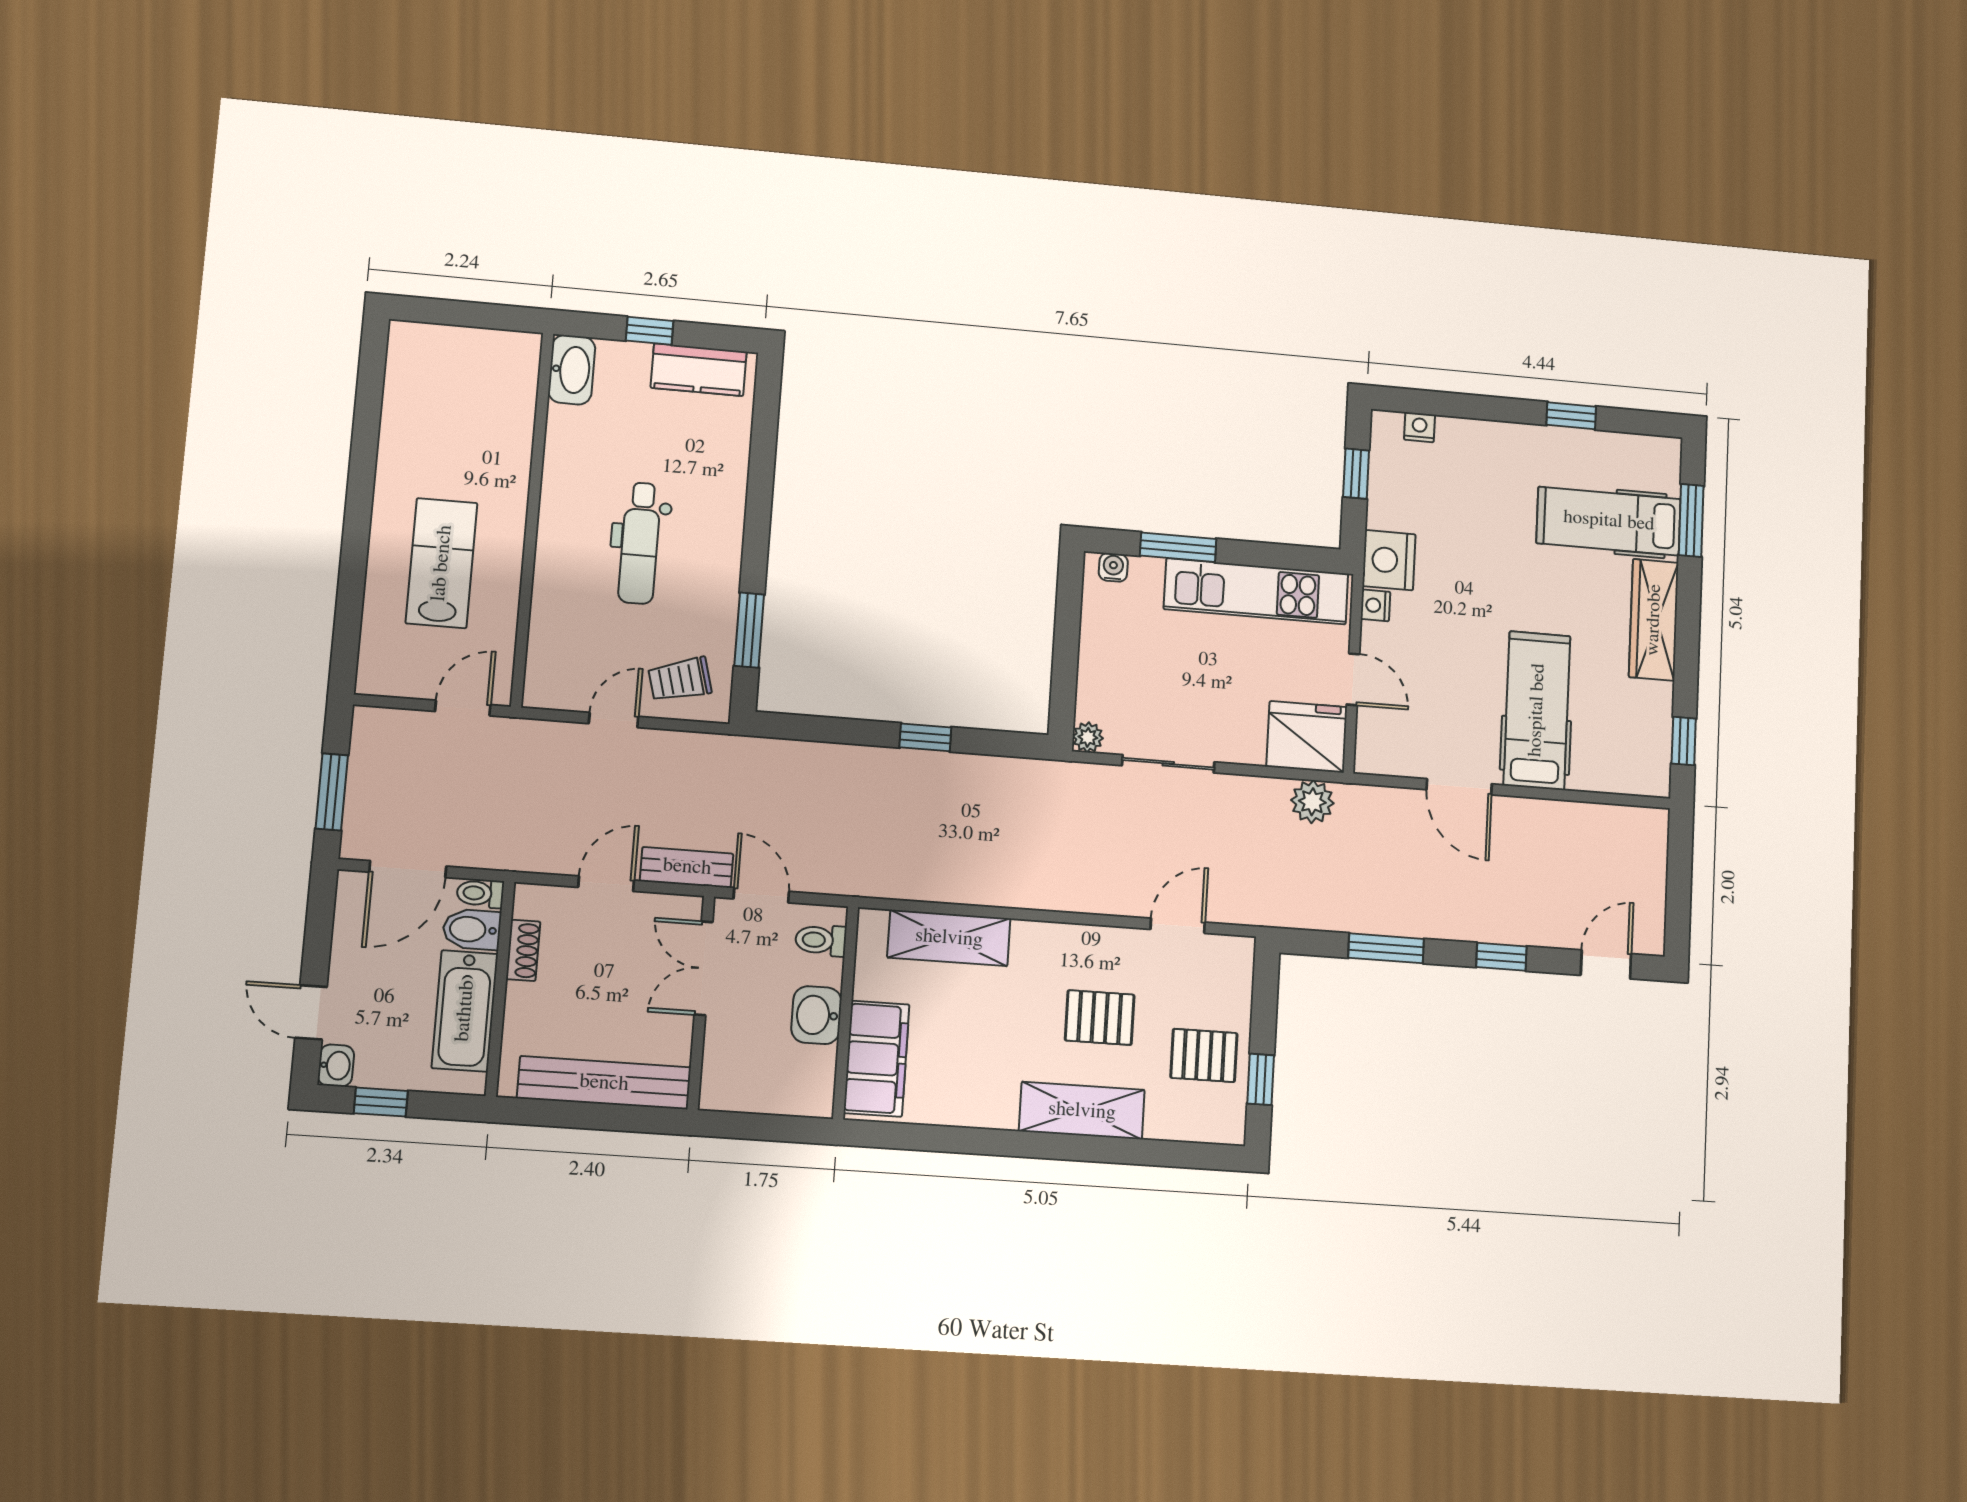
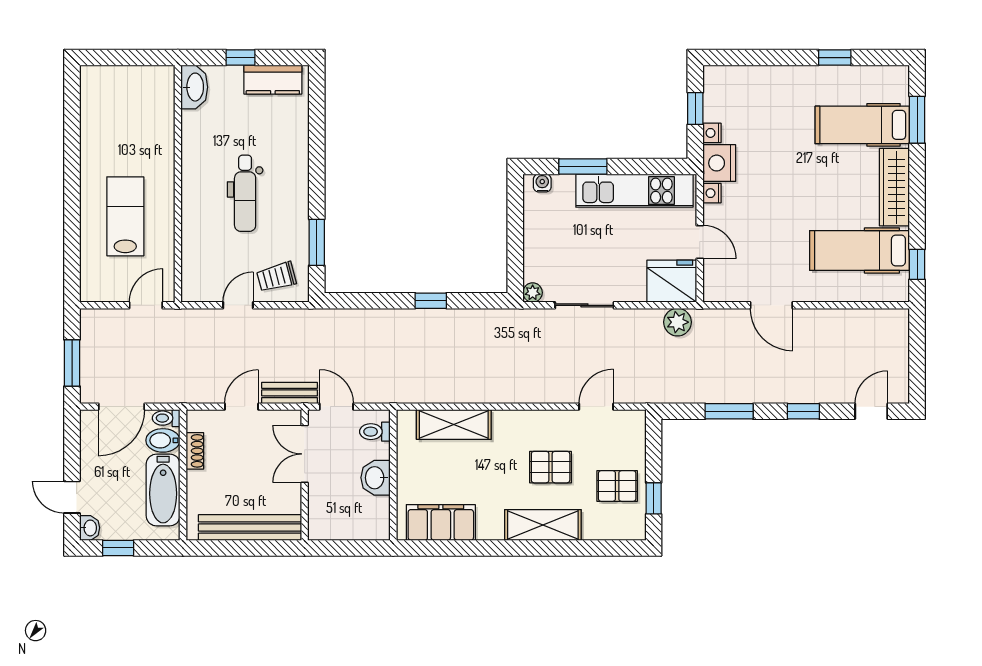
nightstand: (1420, 427) -> (712, 133), moved, turned -90
hospital bed: (1537, 710) -> (860, 250), moved, turned -90
filing cabinet: (877, 1059) -> (441, 522), moved, turned -90

